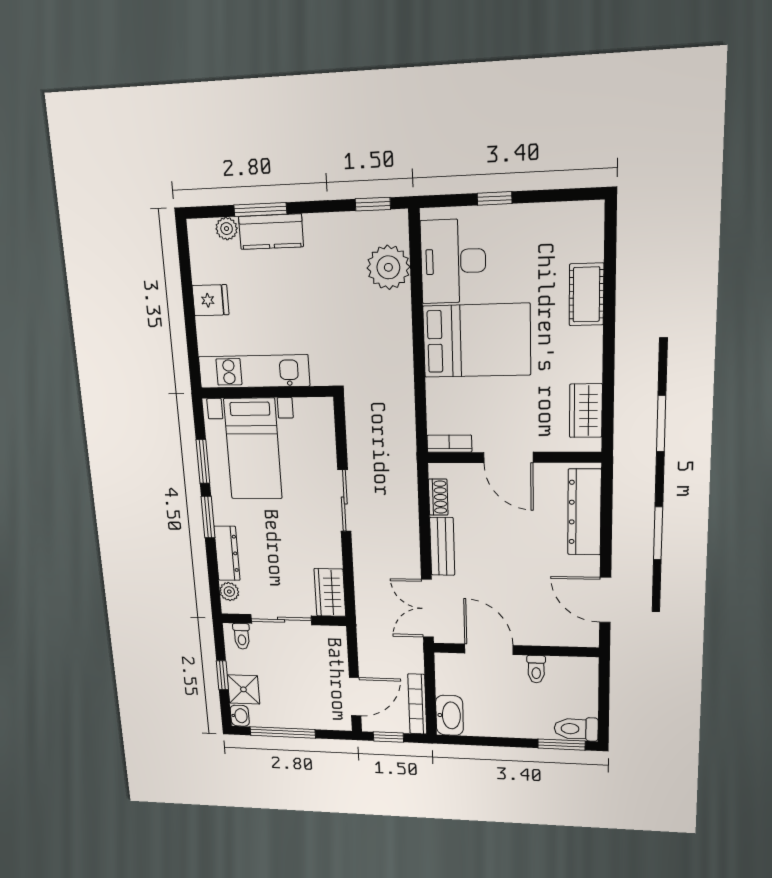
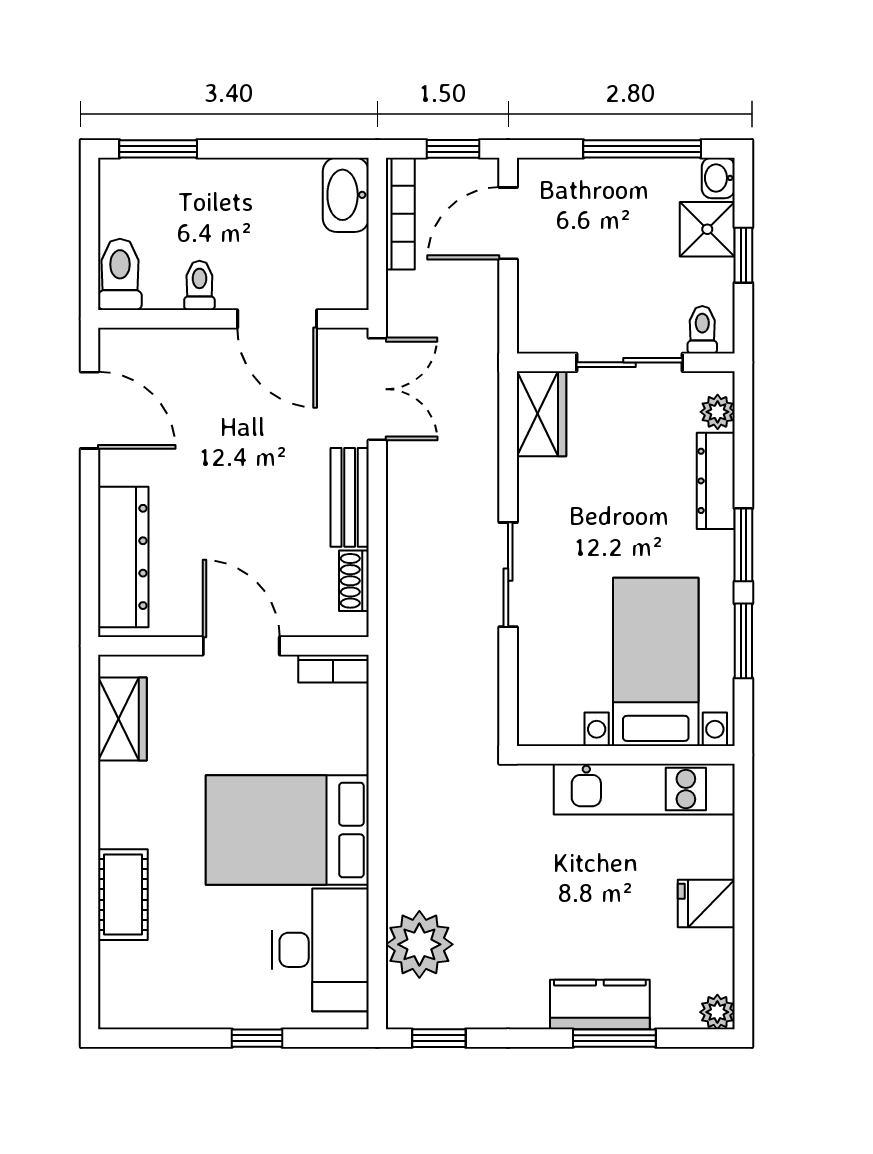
plant: (227, 229) -> (717, 1012), moved
toilet: (576, 729) -> (120, 274), moved, turned -90

